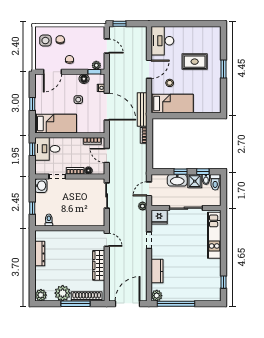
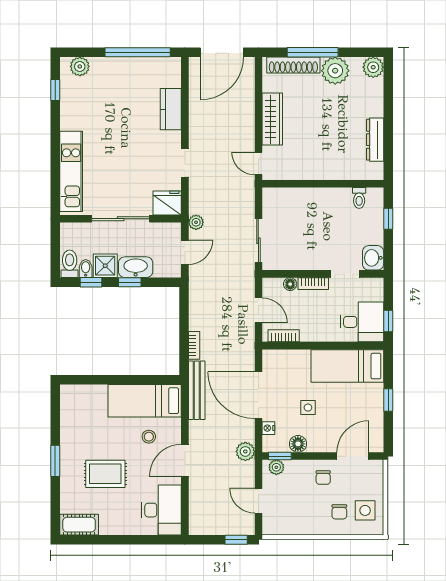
cot: (210, 32) -> (79, 525), added
plant: (114, 74) -> (245, 451), added
plant: (157, 296) -> (80, 66), moved

